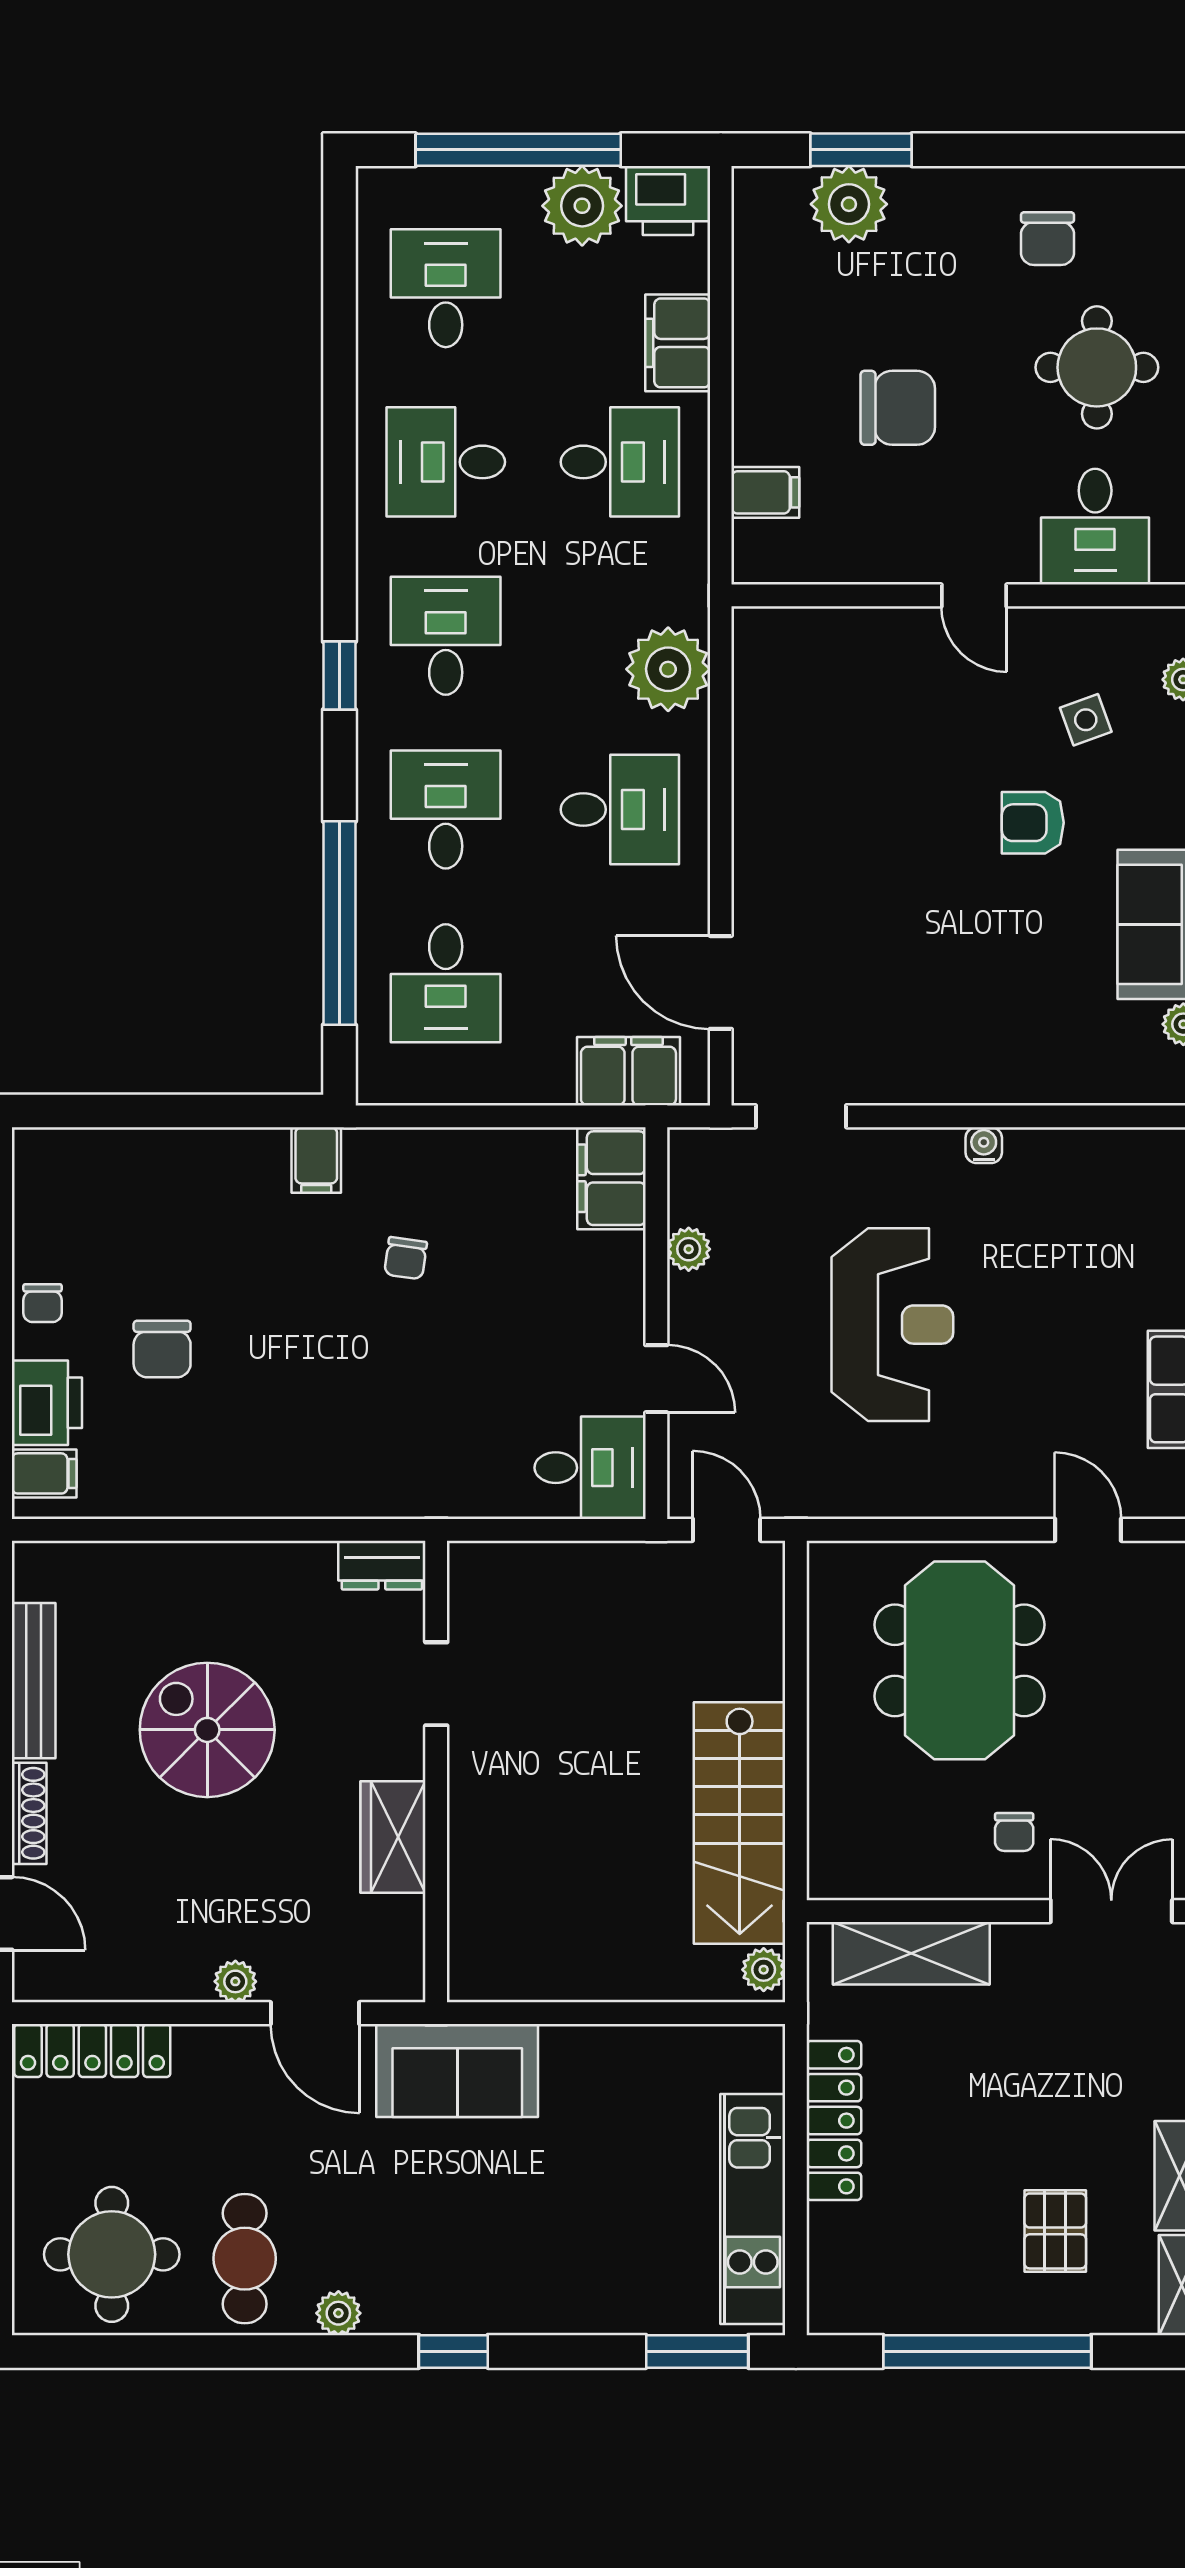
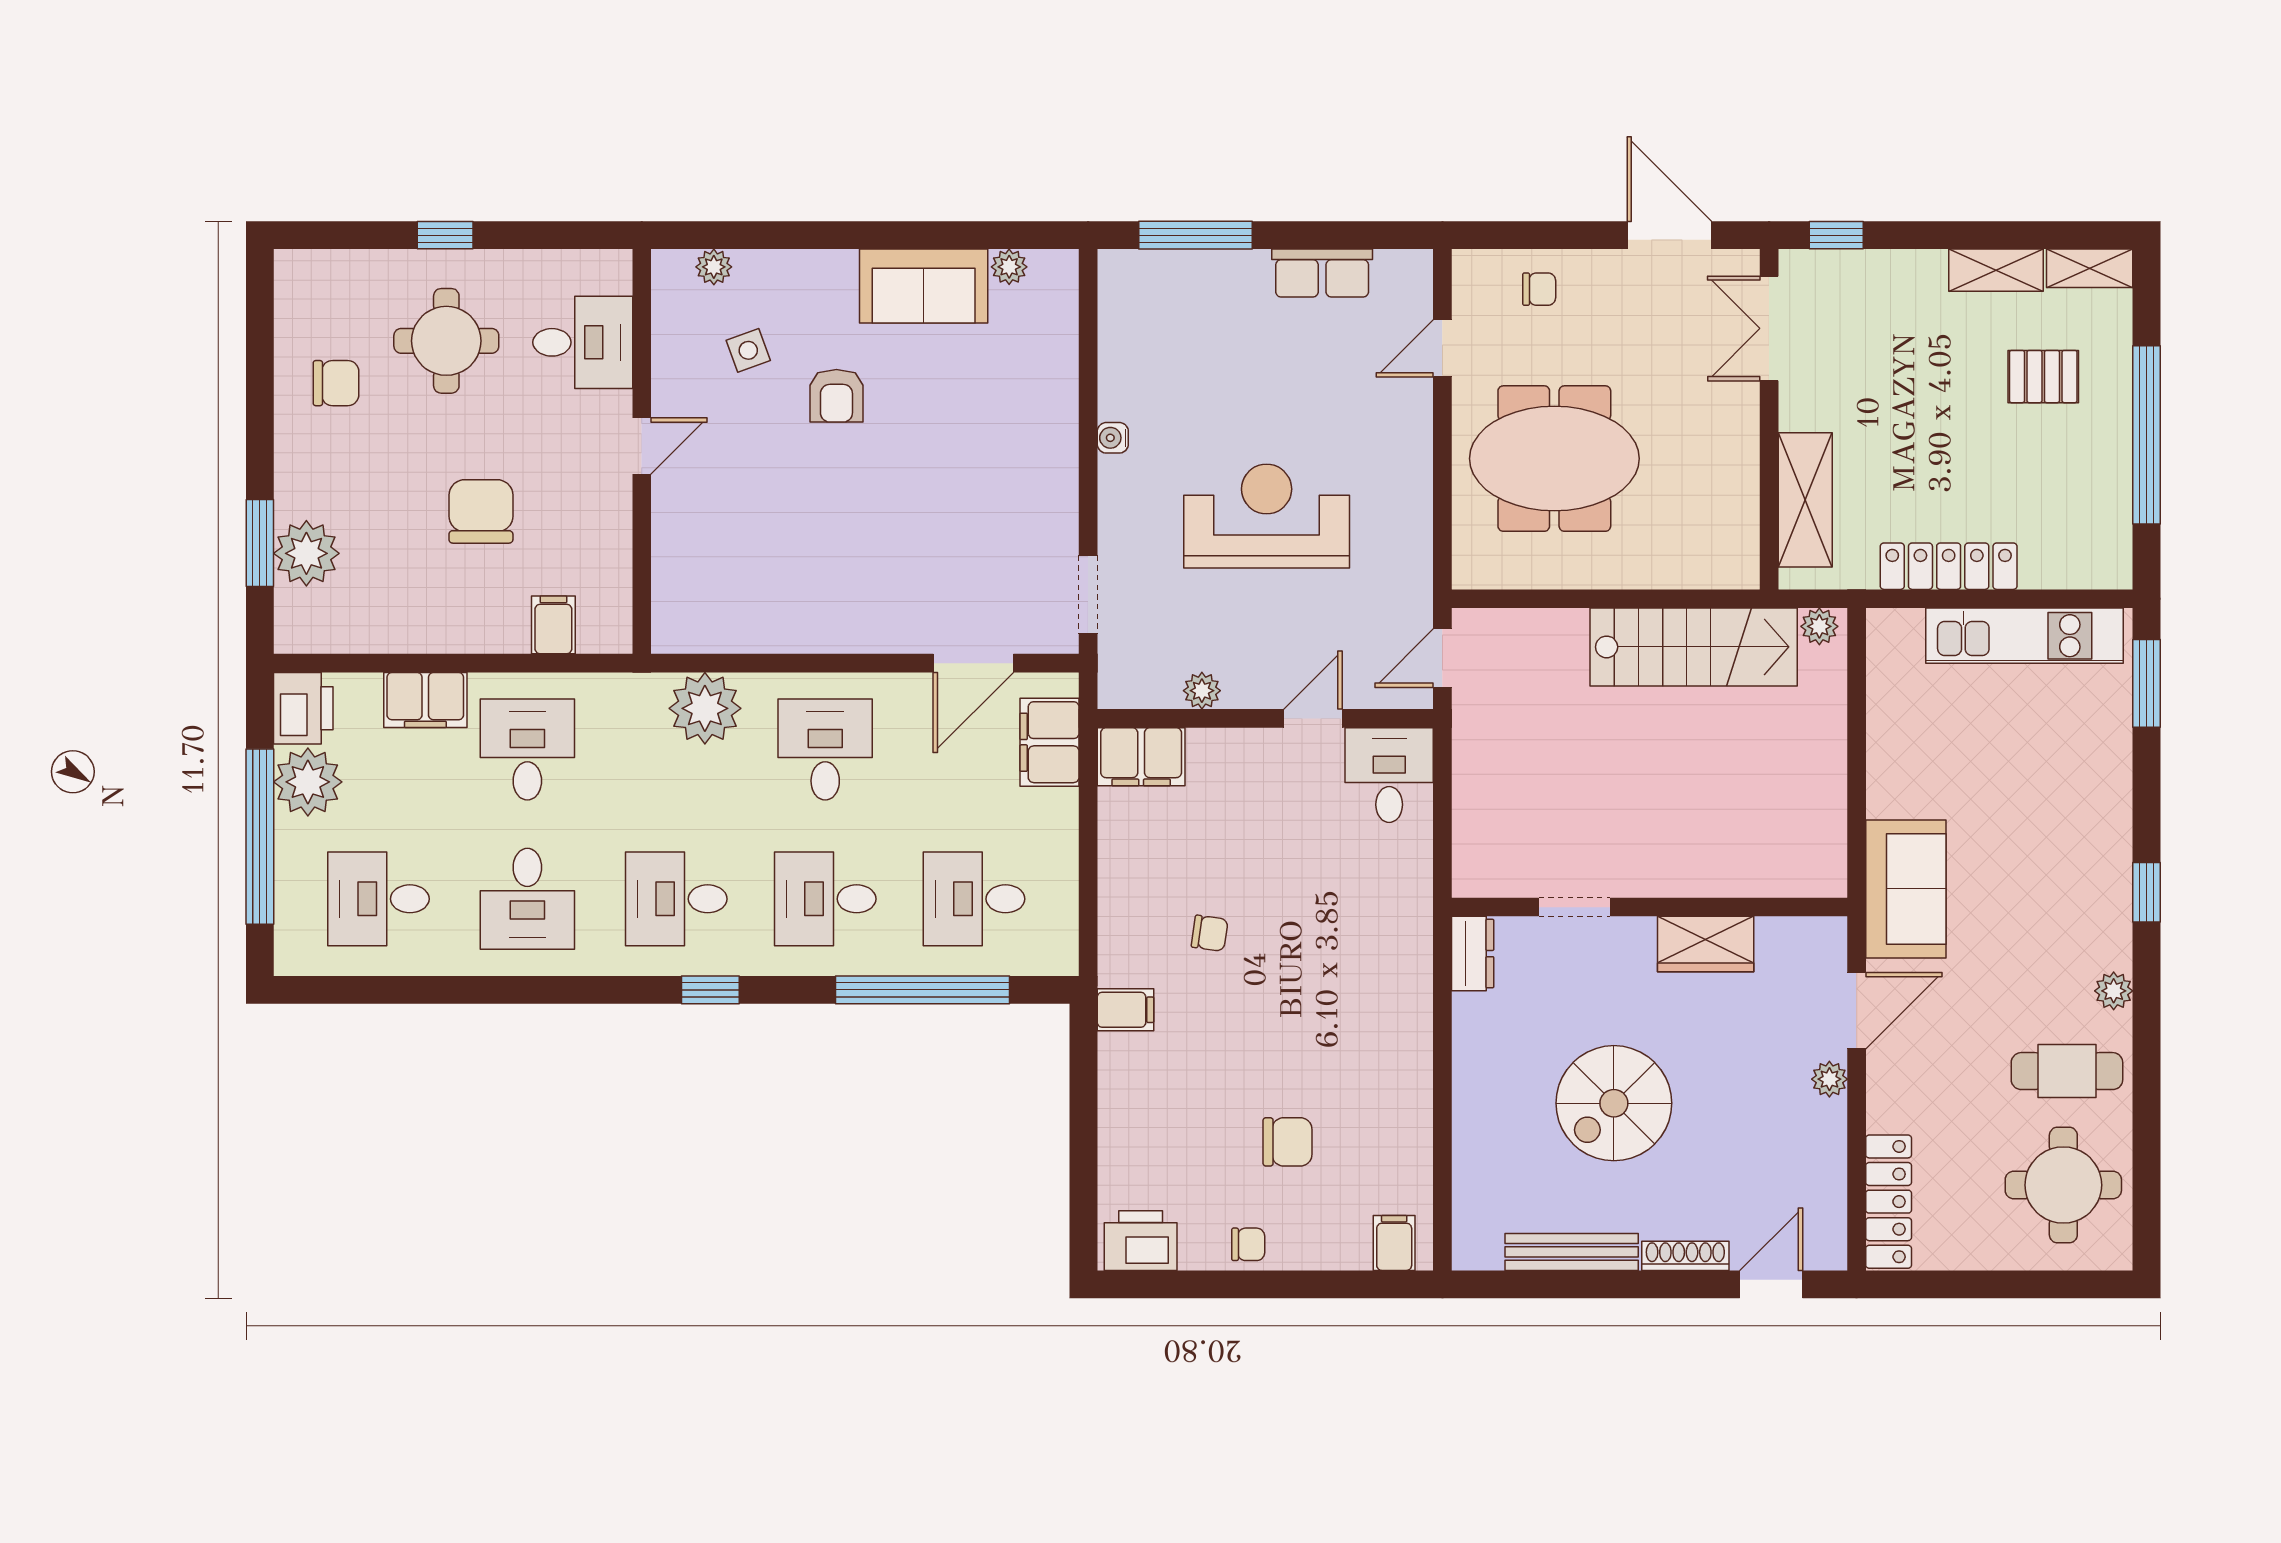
desk: (446, 983) -> (974, 899), turned 180
printer: (47, 1403) -> (1141, 1241), moved
chair: (1014, 1832) -> (1539, 289), moved

